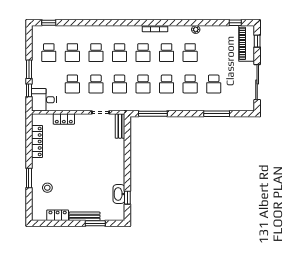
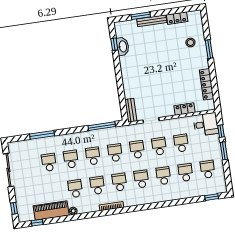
piano: (247, 43) -> (51, 211), moved, turned -90

